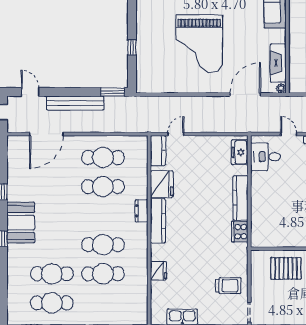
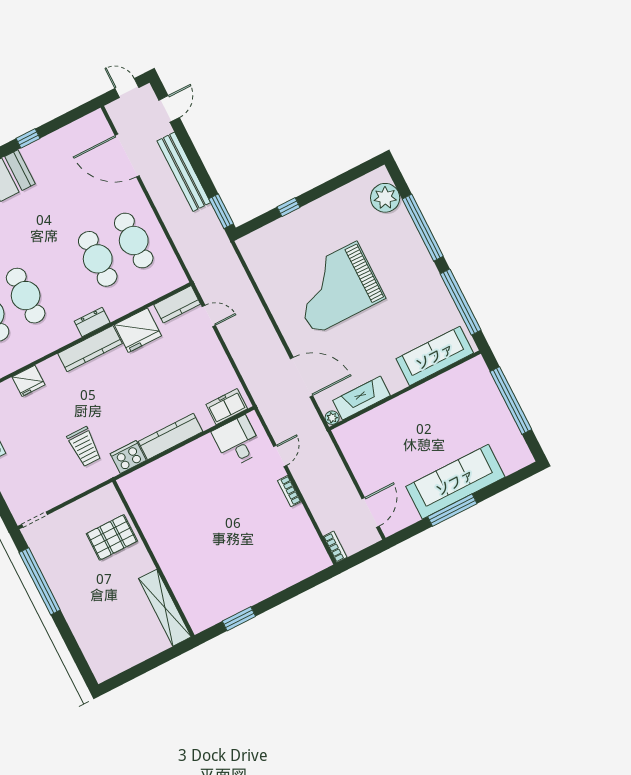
pallet: (286, 268) -> (112, 537), turned 90
trolley: (228, 286) -> (84, 447), moved

